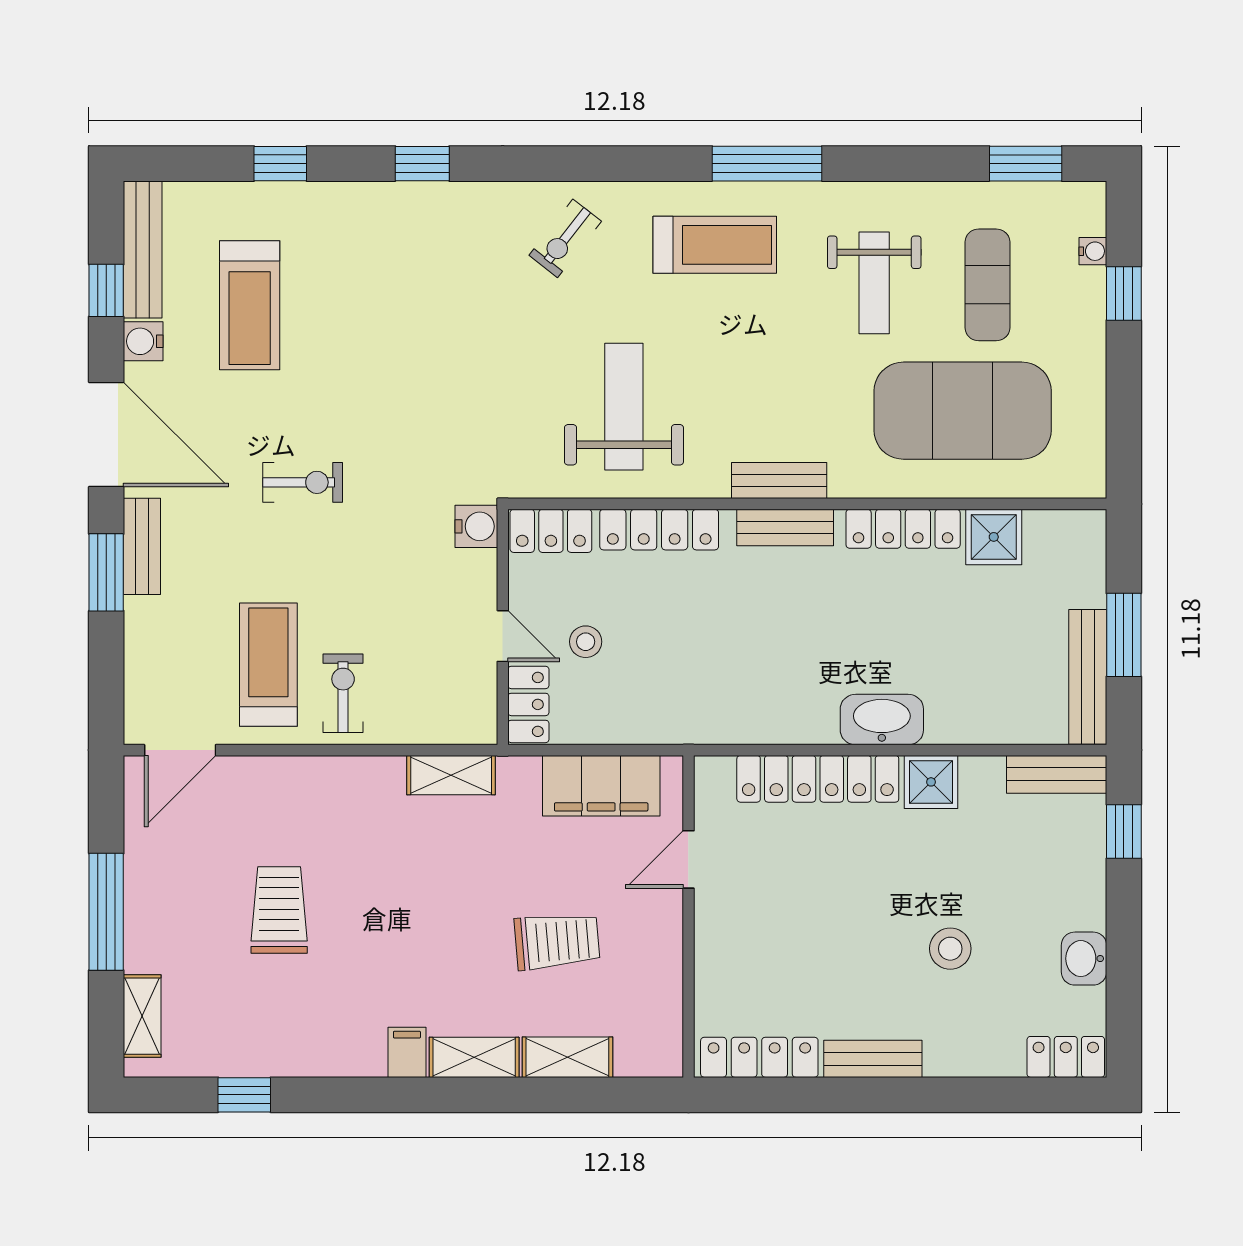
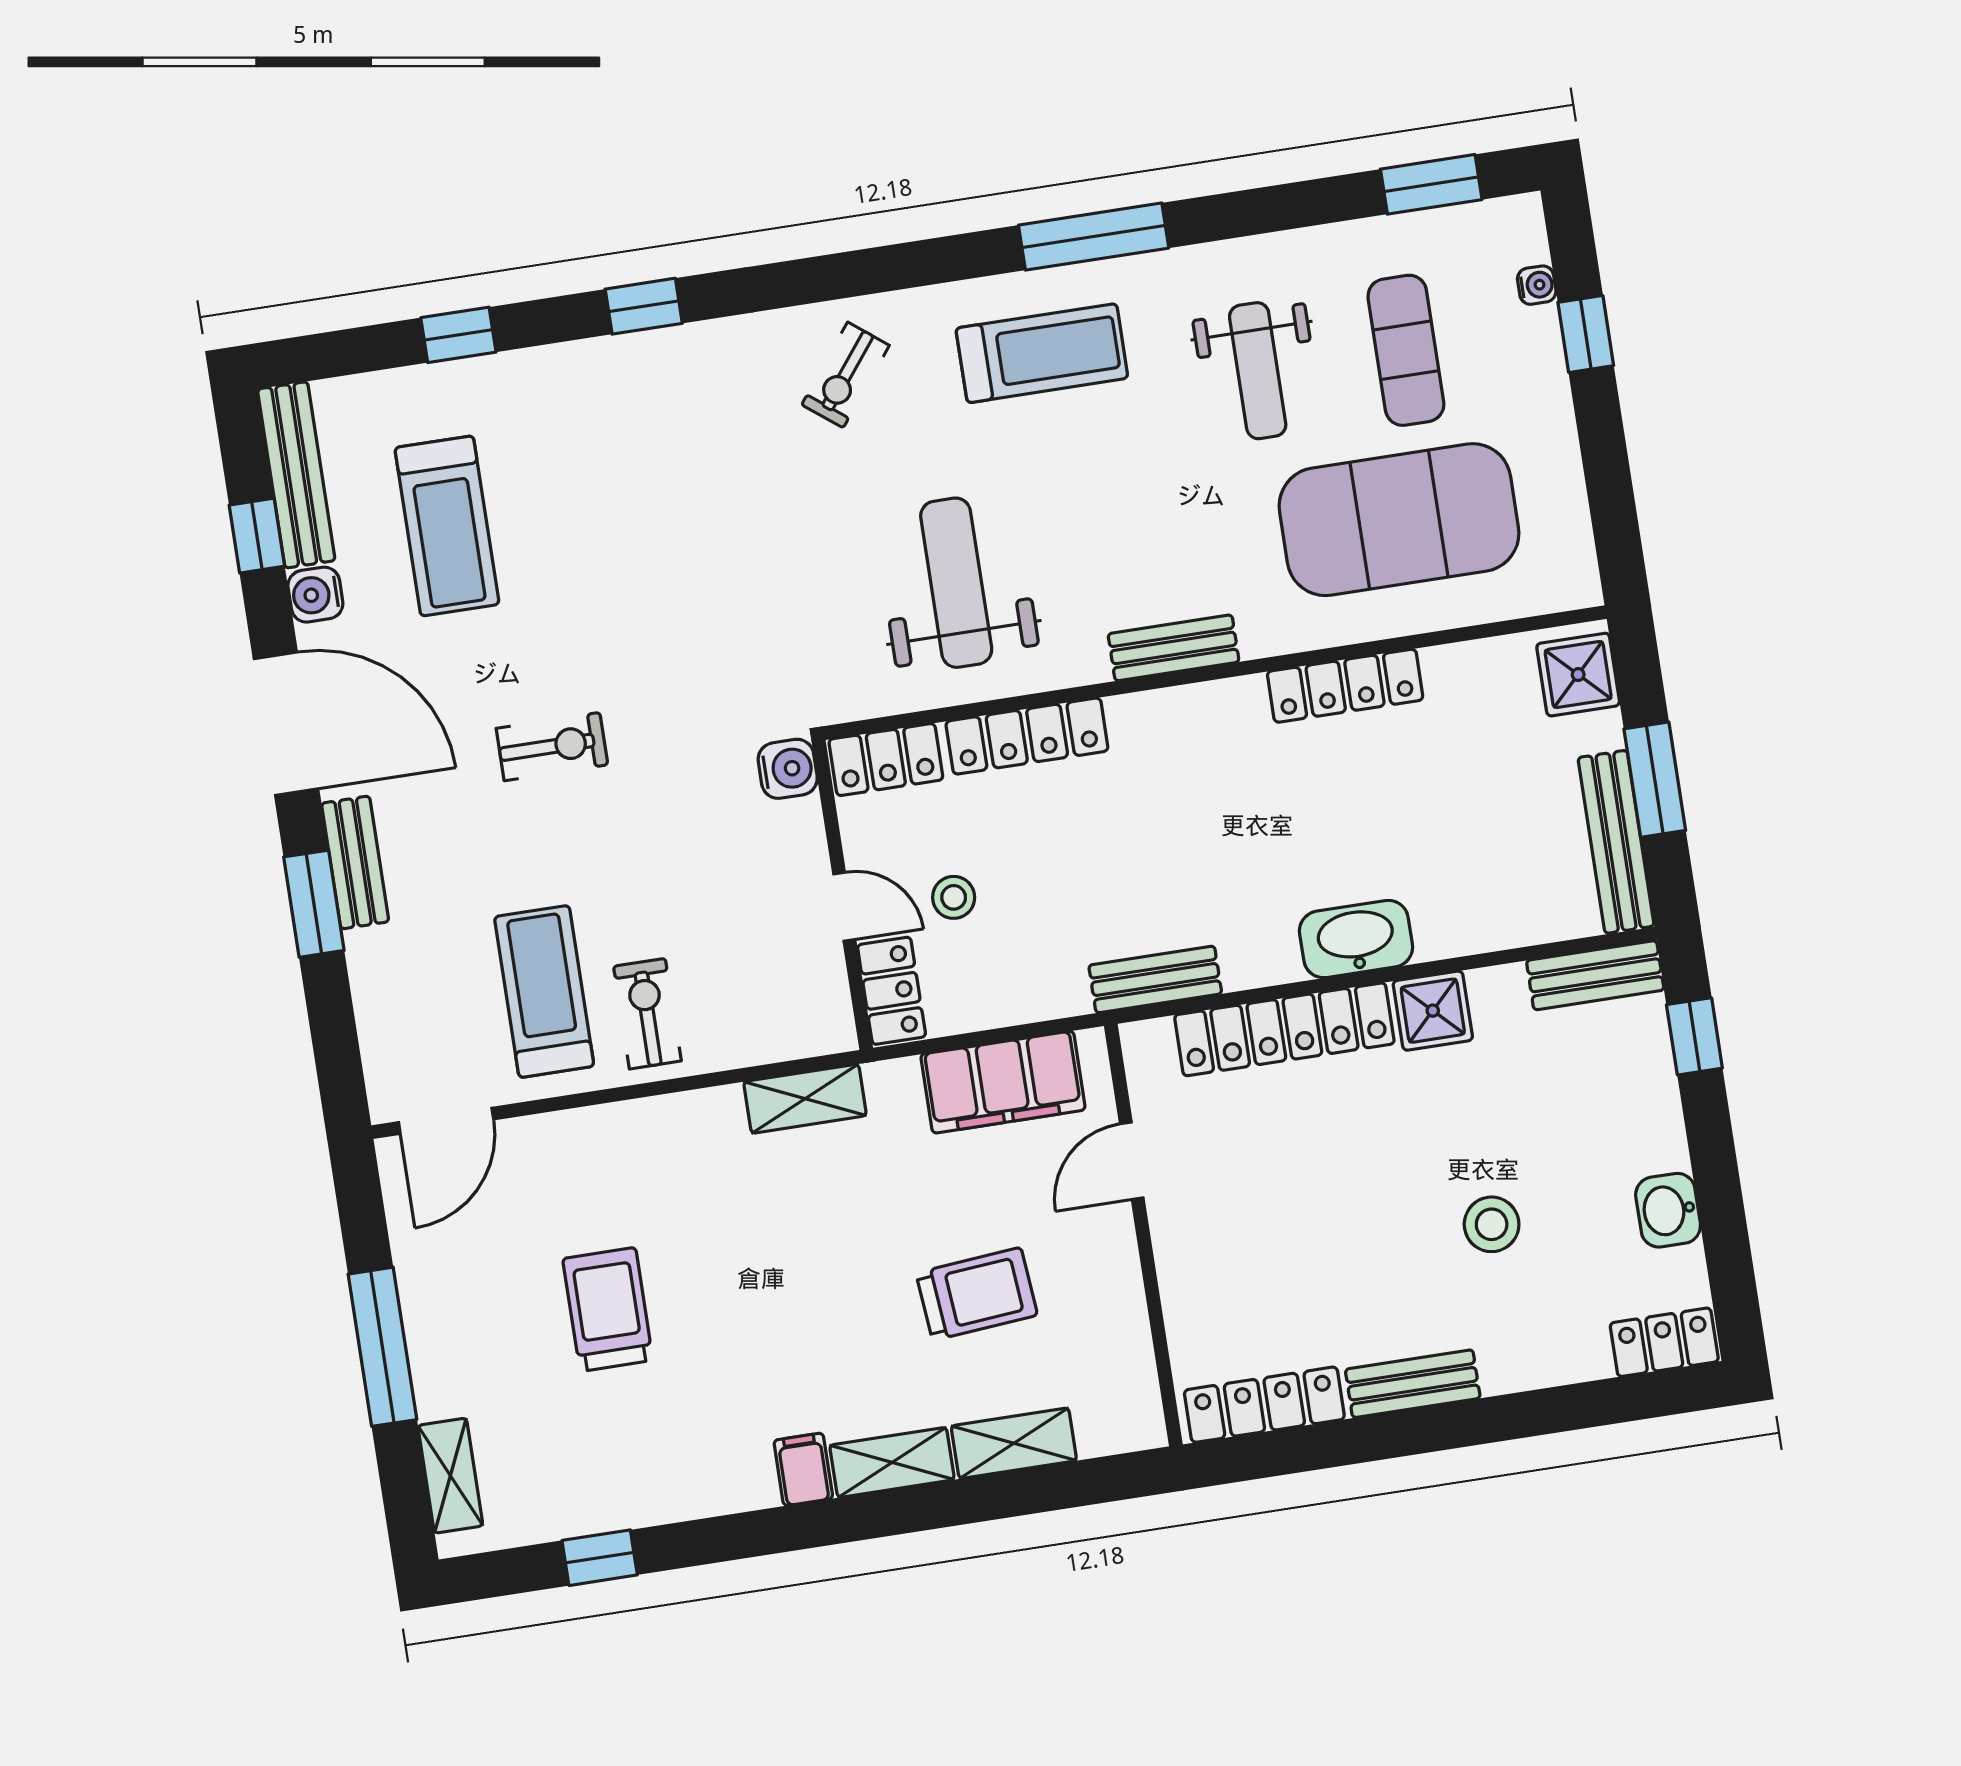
bench: (785, 527) -> (1155, 979), moved
shower: (994, 537) -> (1578, 675), moved

